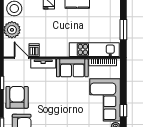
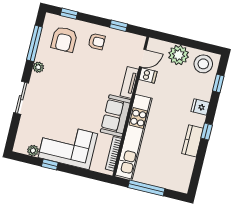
window: (123, 30) -> (146, 188), width x1.44
kitchen unit: (94, 50) -> (134, 137), width x1.36
armchair: (17, 97) -> (97, 41), width x0.53, depth x0.53

